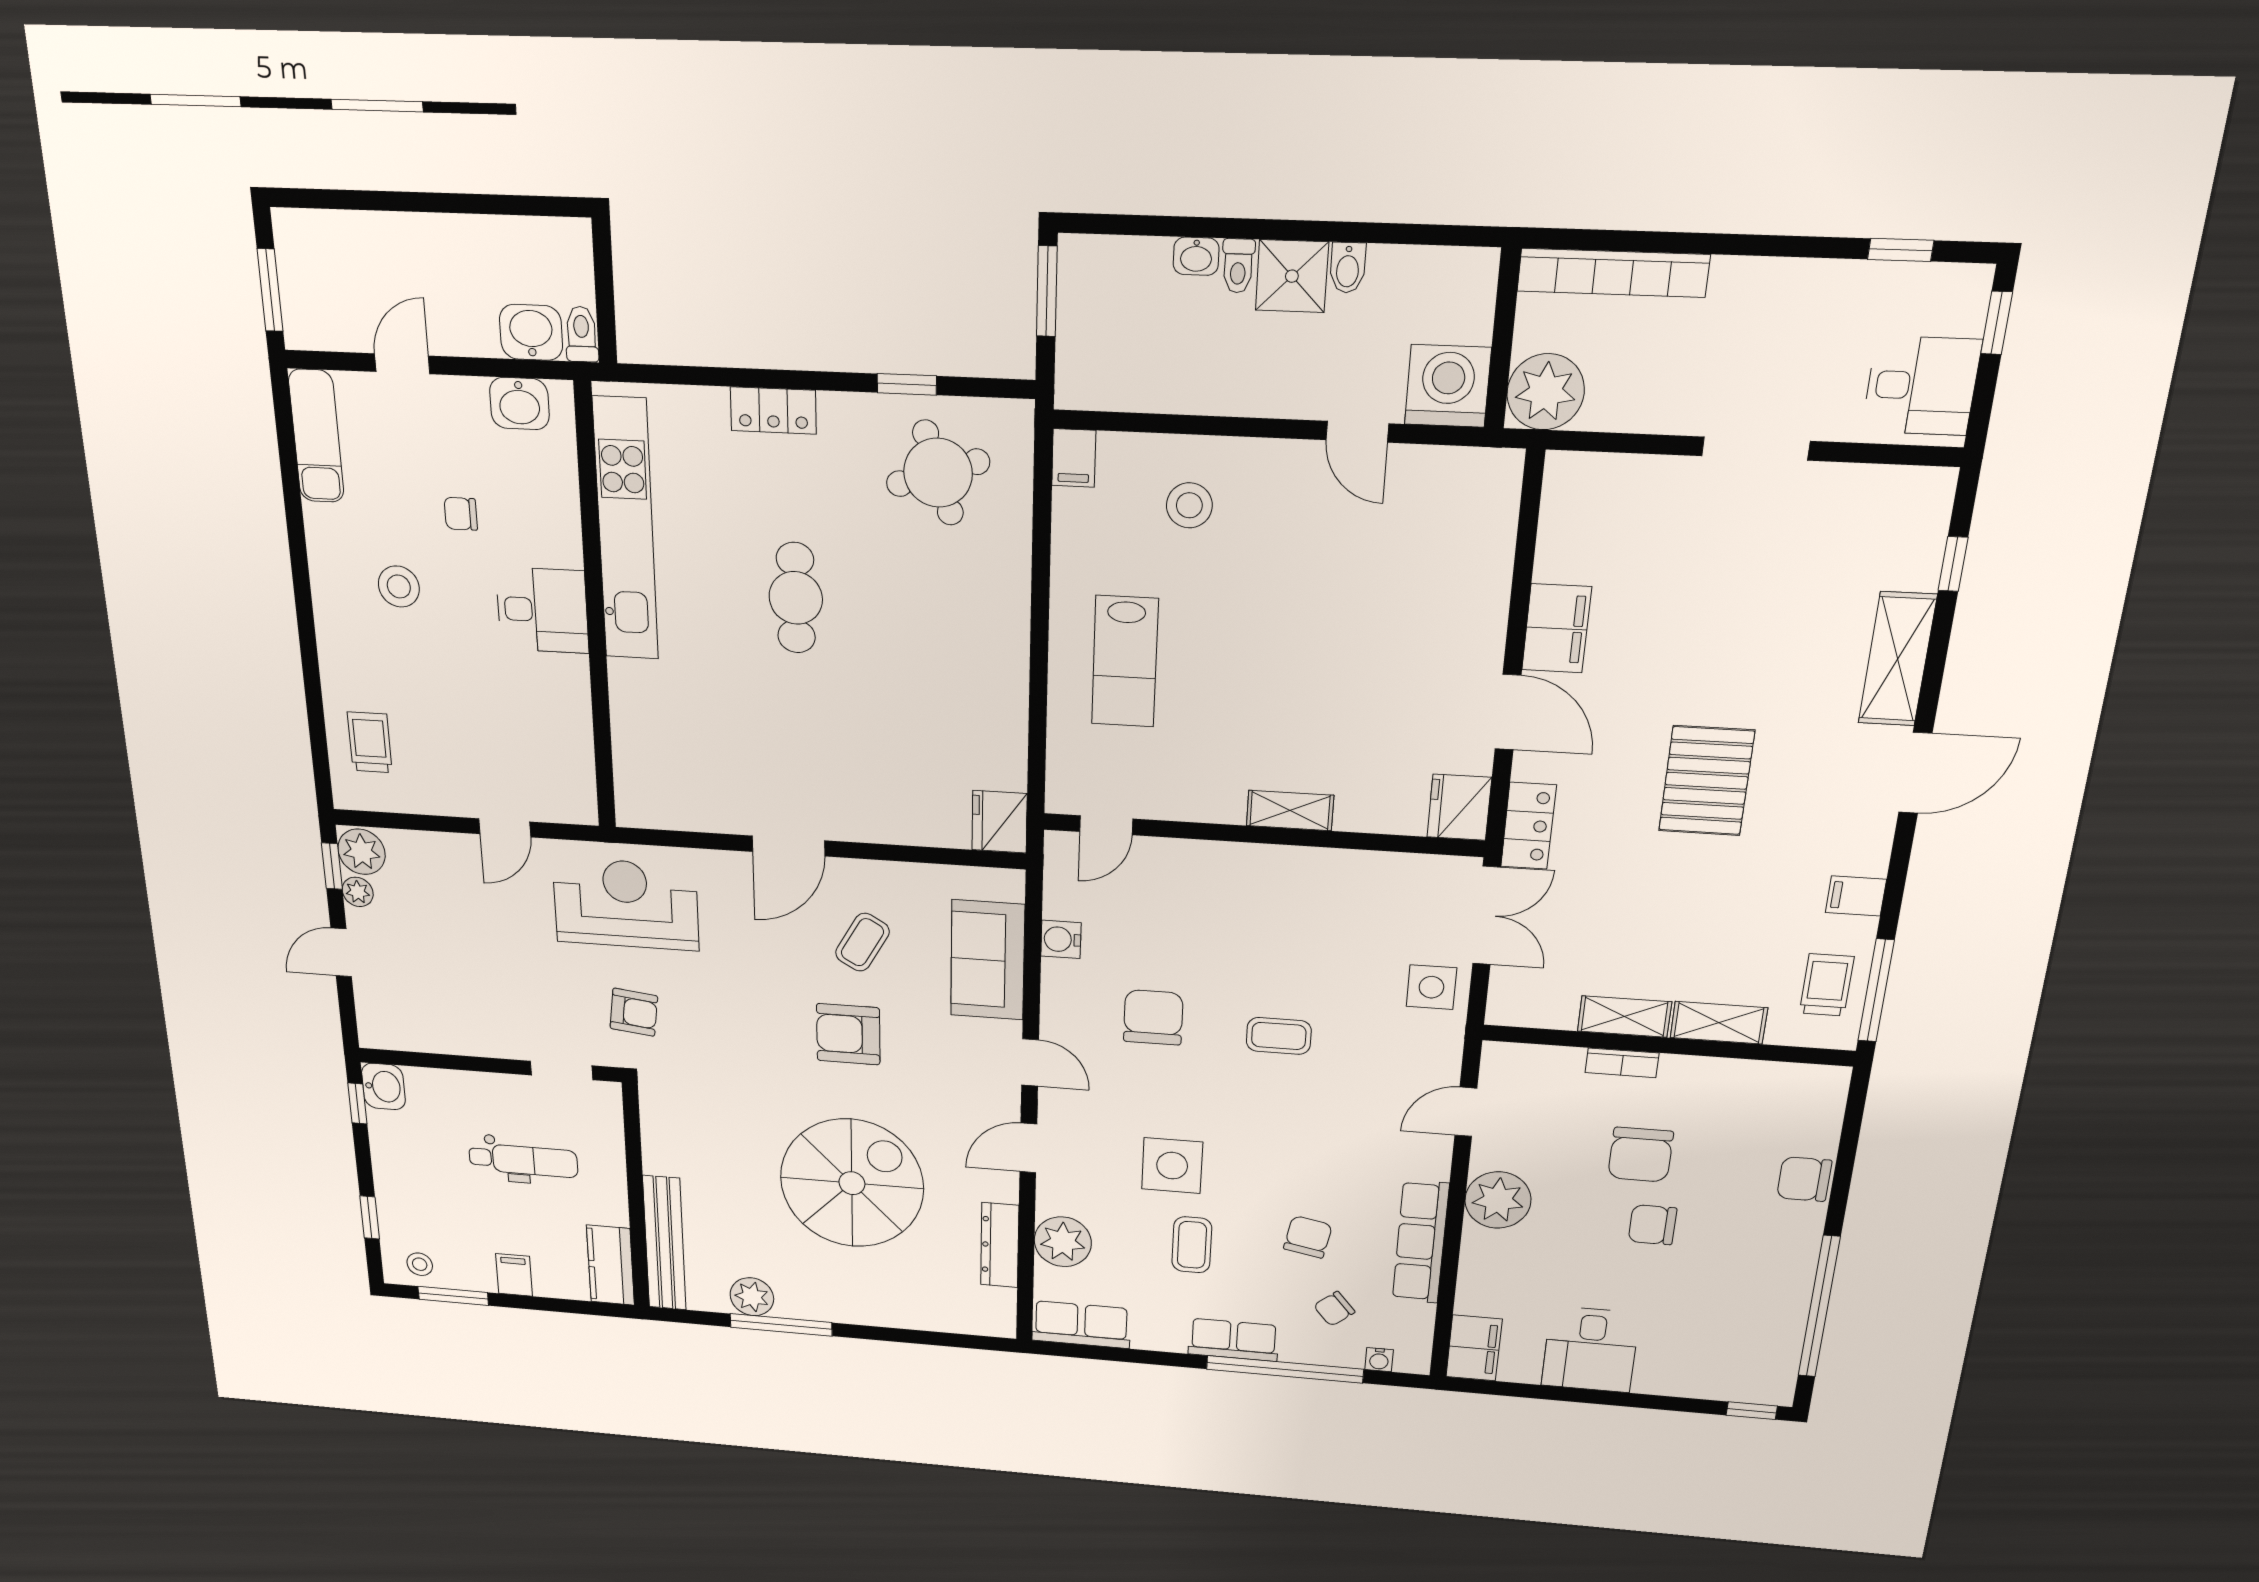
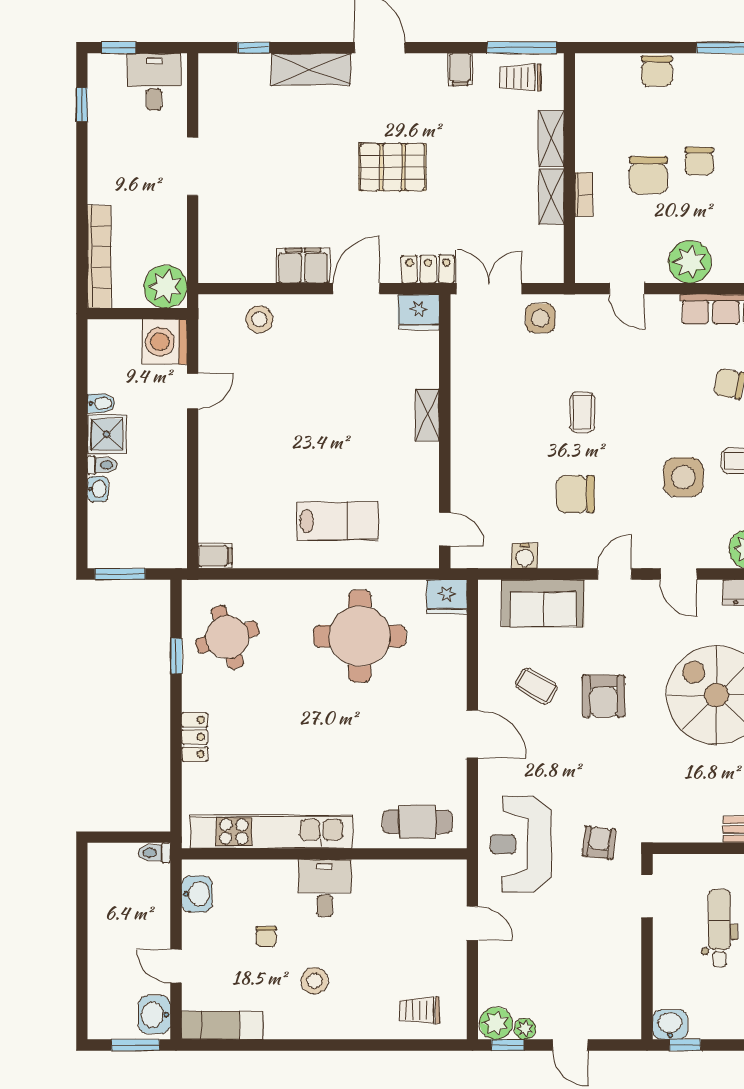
washbasin: (531, 332) -> (154, 1015), moved
stool: (1189, 505) -> (259, 319), moved
cafe table: (796, 598) -> (417, 822), moved
round table: (939, 686) -> (360, 636), added
chair: (1641, 1155) -> (648, 175), turned 90

